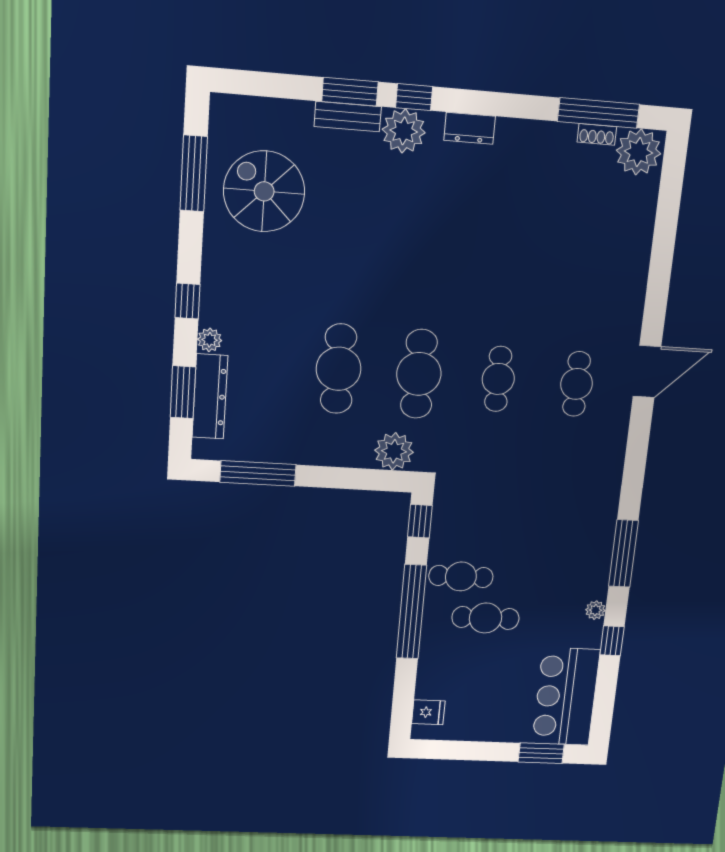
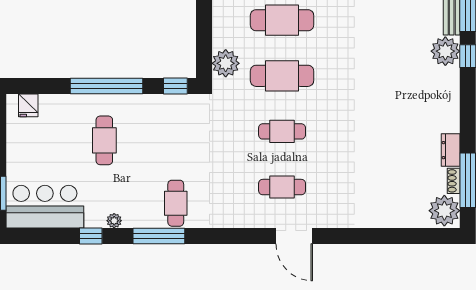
dresser: (470, 128) -> (451, 150), moved
cafe table: (461, 576) -> (176, 203), moved

